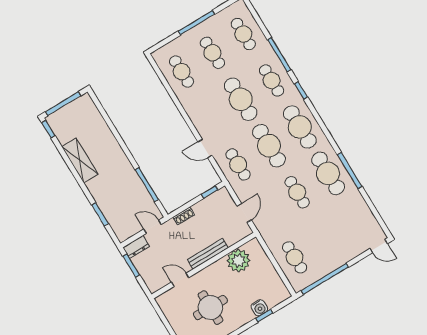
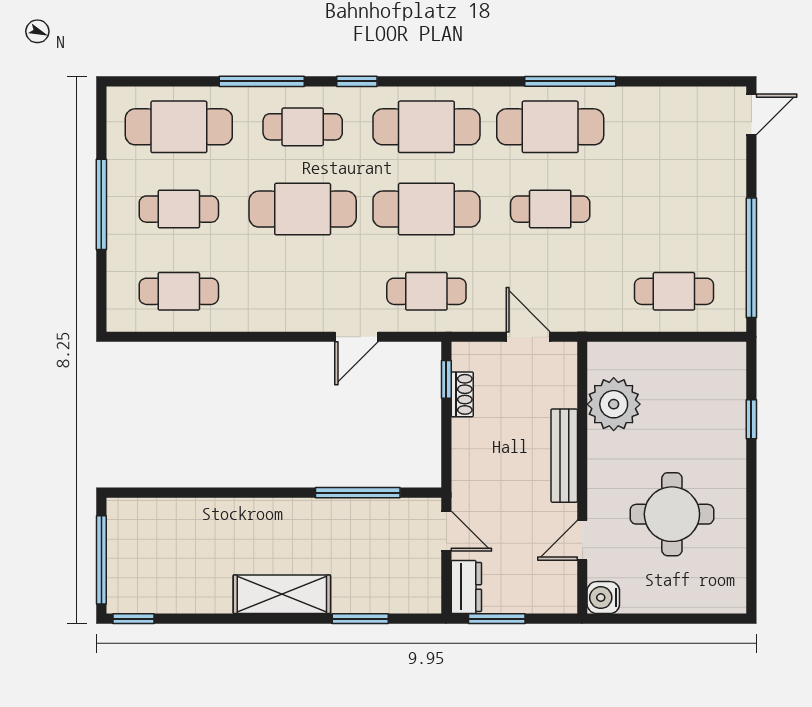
cafe table: (243, 34) -> (179, 127), width x1.37, depth x1.35
shelving: (80, 160) -> (282, 594), moved
shoe rack: (184, 216) -> (462, 394), moved
door: (153, 227) -> (446, 531), swing flipped
water cooler: (259, 308) -> (603, 598), moved, turned 180

